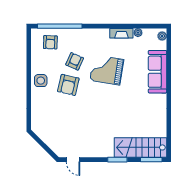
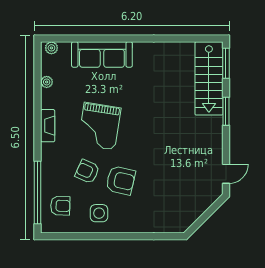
fireplace: (121, 33) -> (48, 126), moved
side table: (41, 81) -> (99, 213), moved

